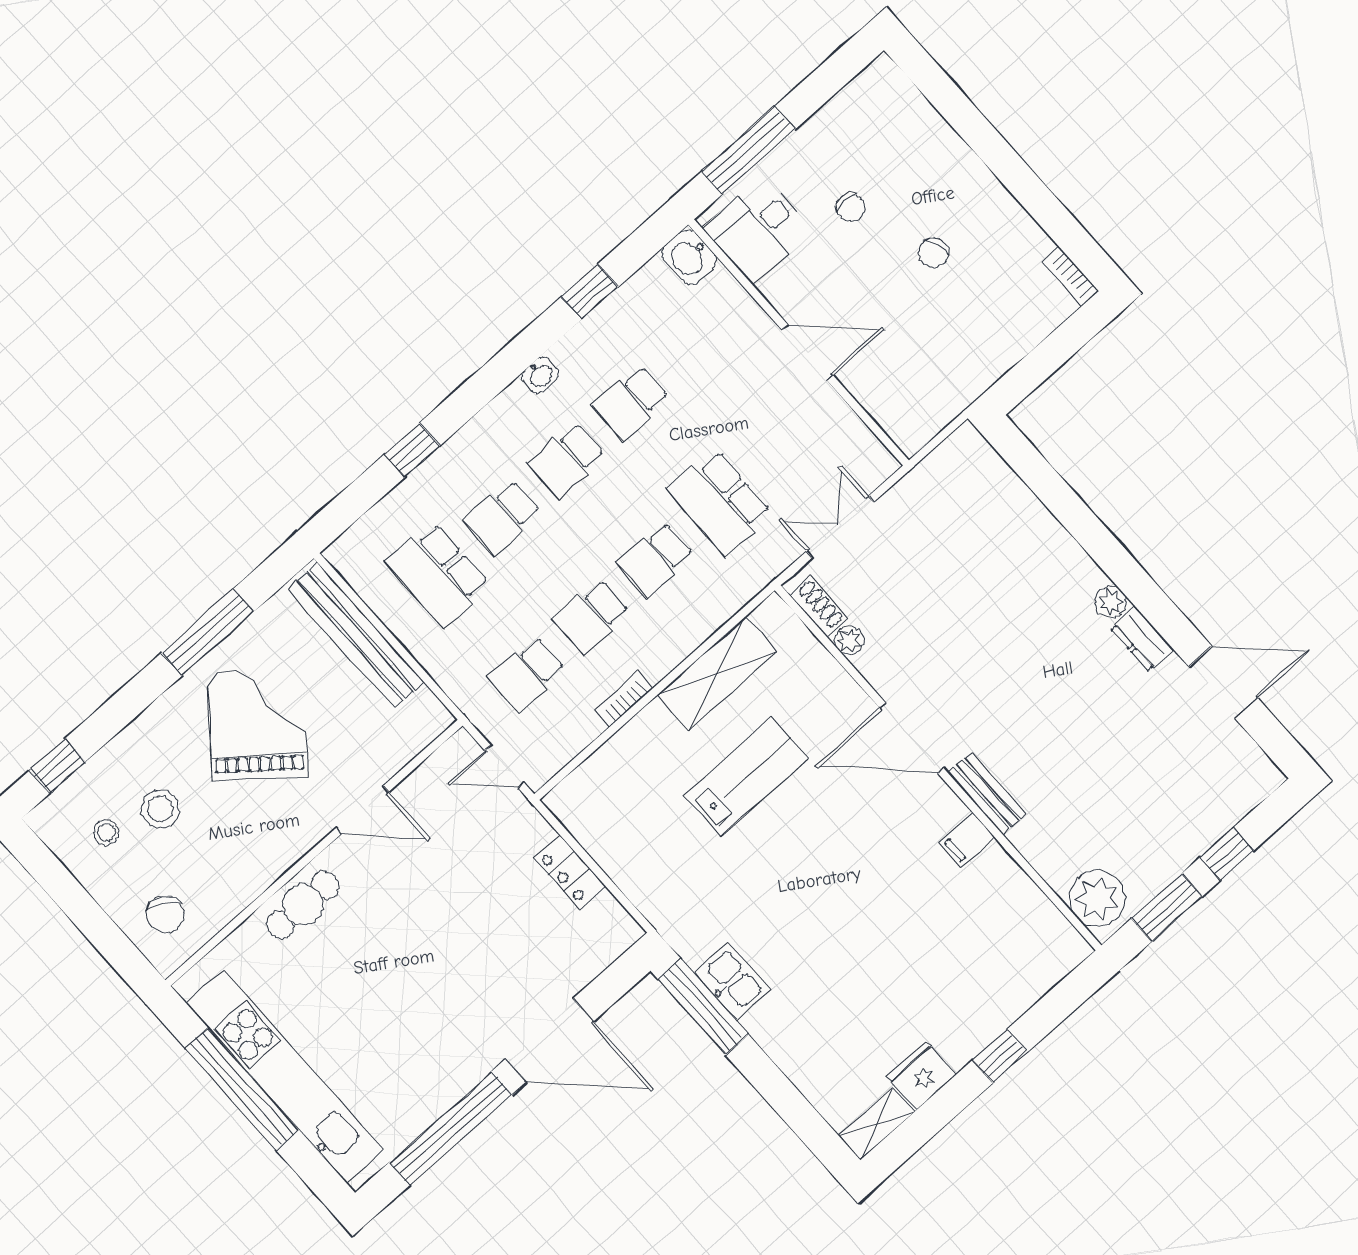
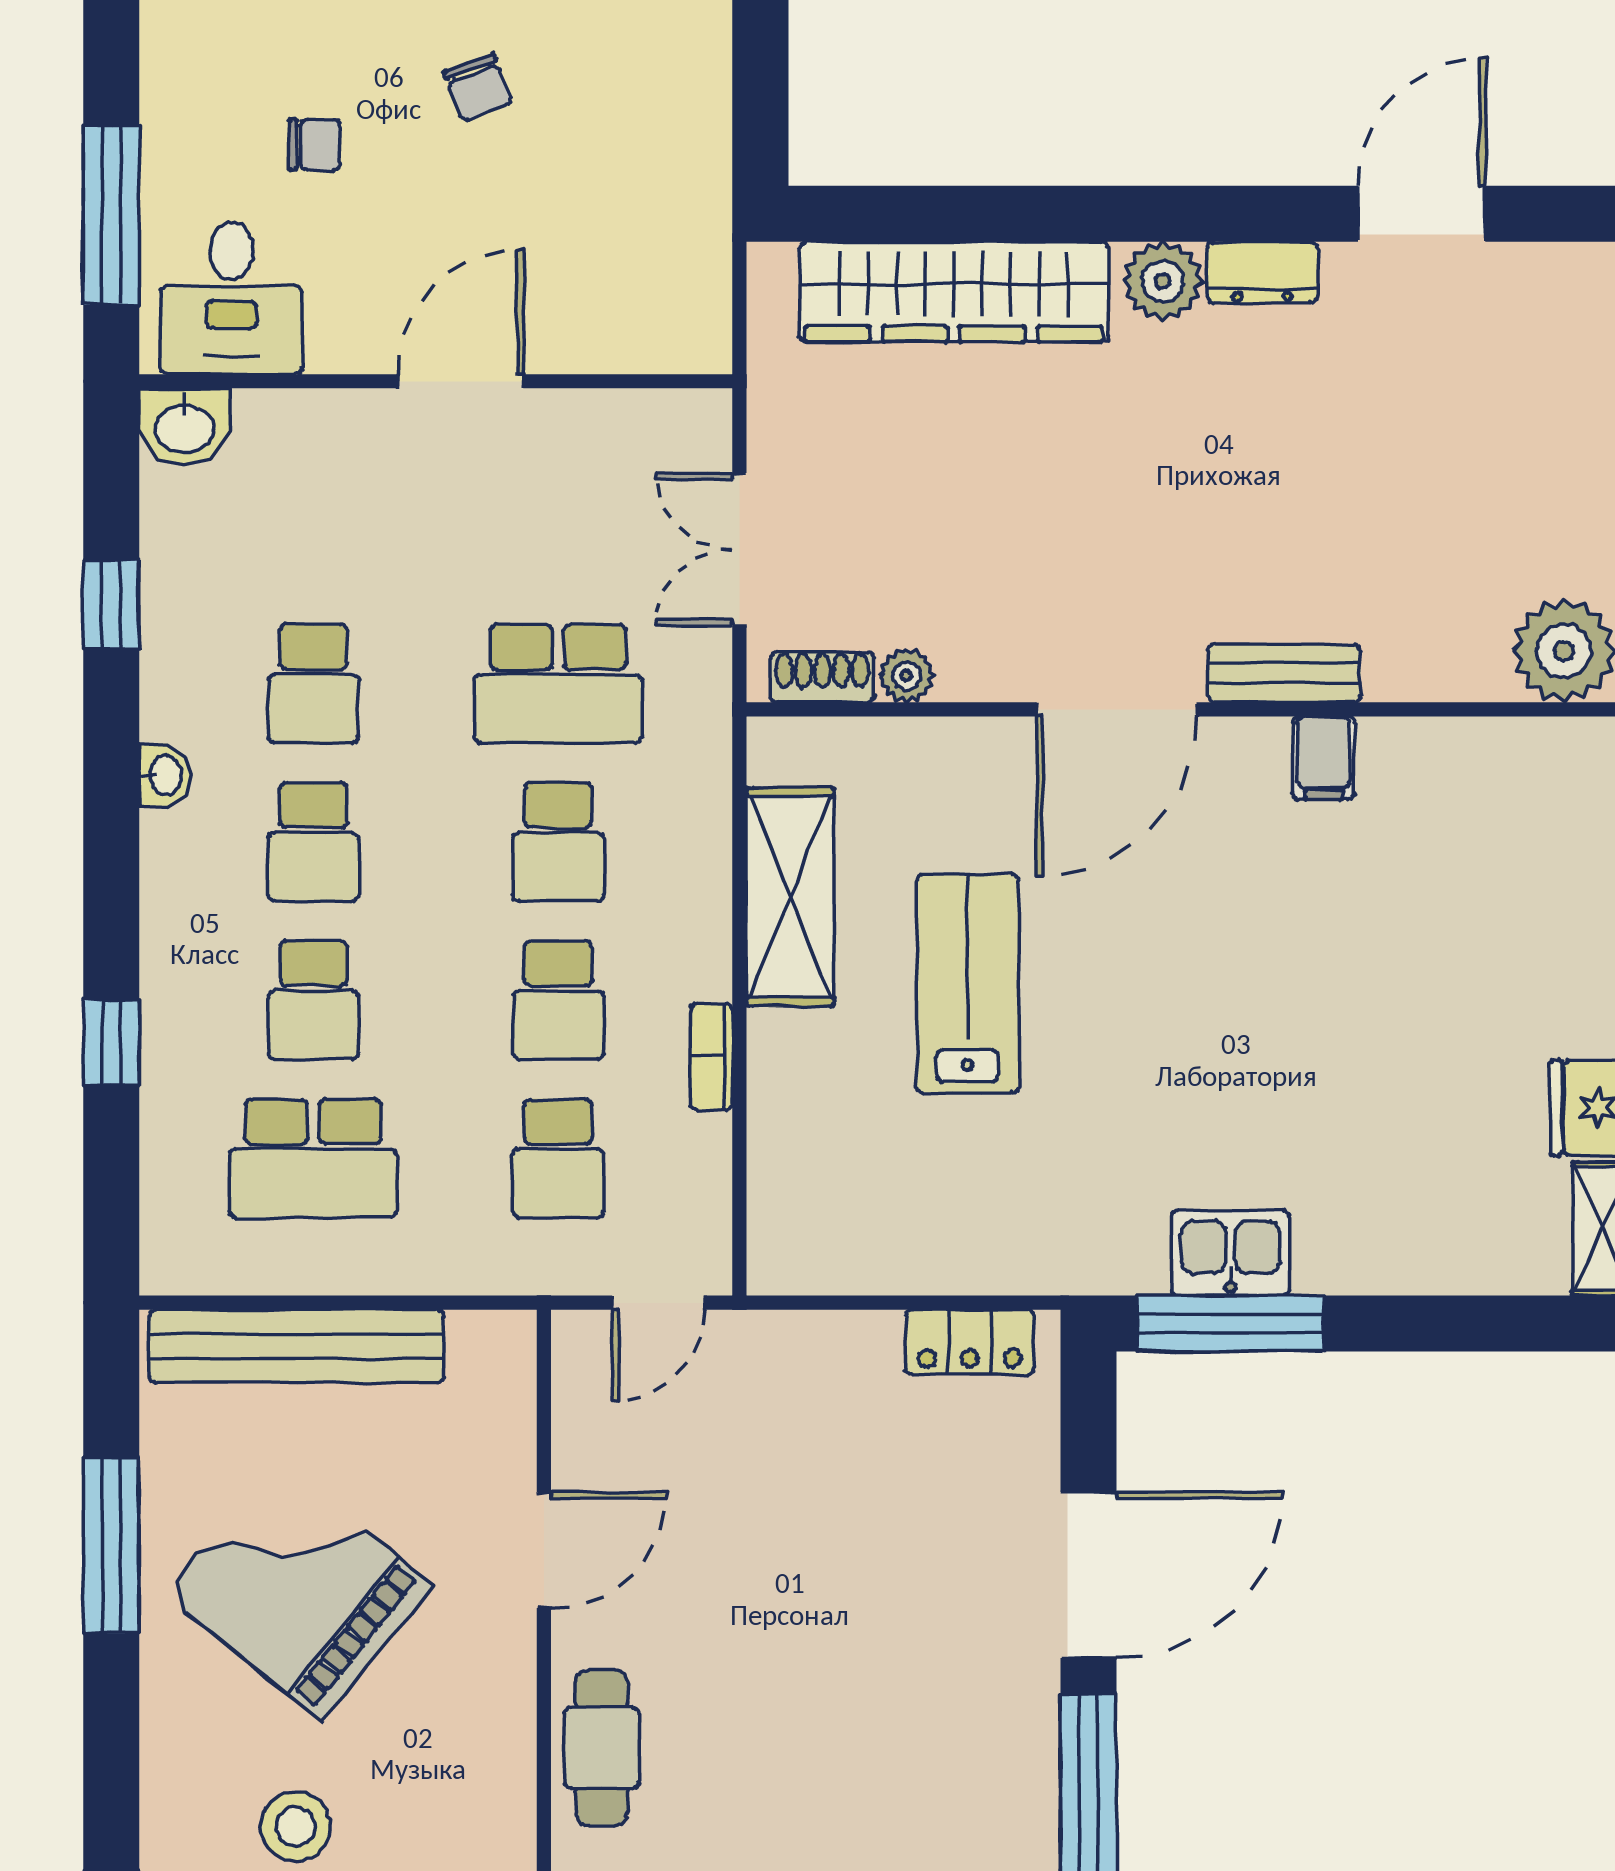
wardrobe: (1022, 521) -> (954, 292), added
plant: (1111, 602) -> (1163, 281), width x1.38, depth x1.38
locker: (569, 872) -> (970, 1342), moved

